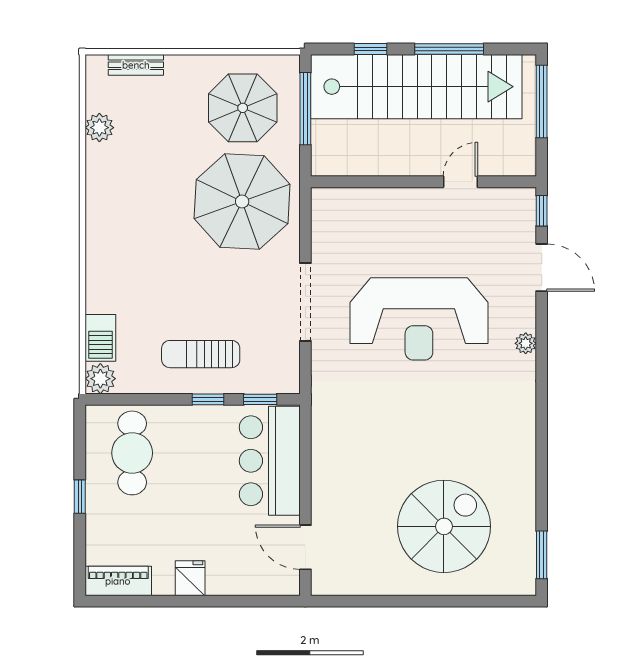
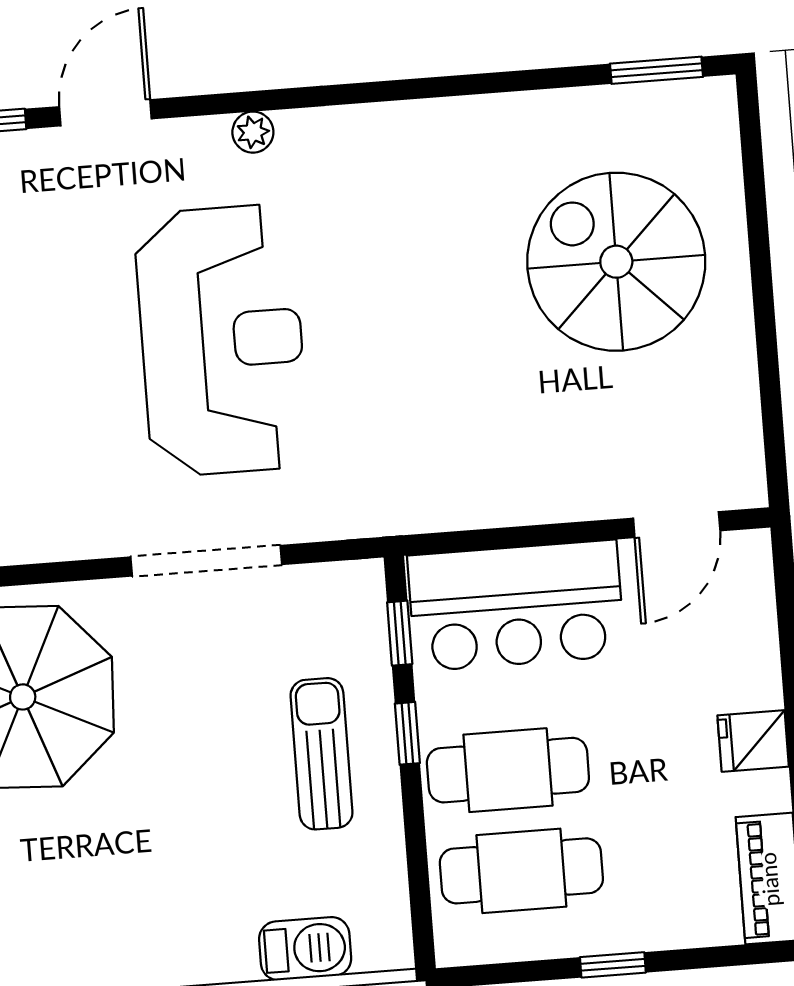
sun lounger: (201, 354) -> (322, 754), turned 180
plant: (100, 379) -> (384, 943), removed
cafe table: (185, 450) -> (508, 770), added

